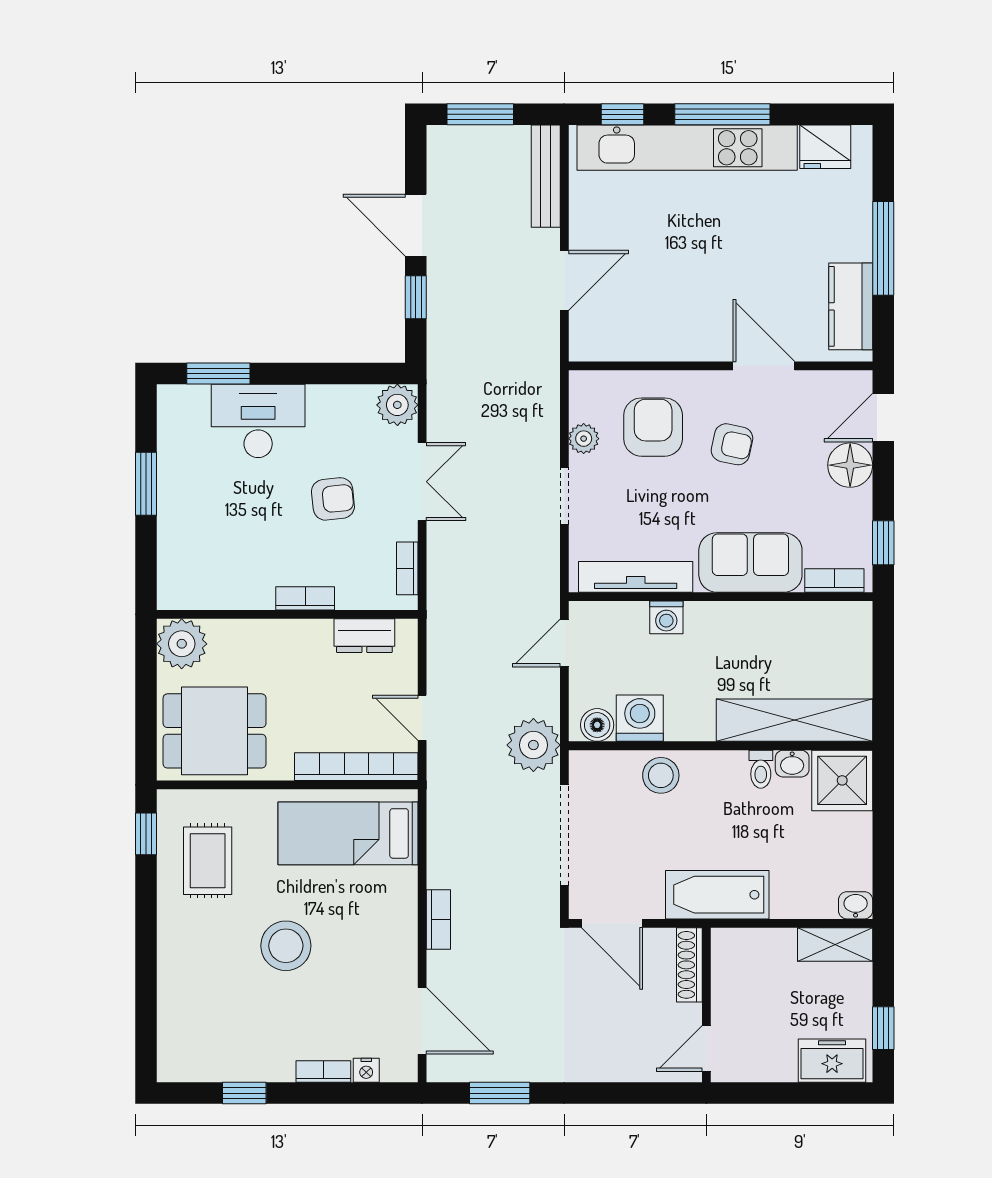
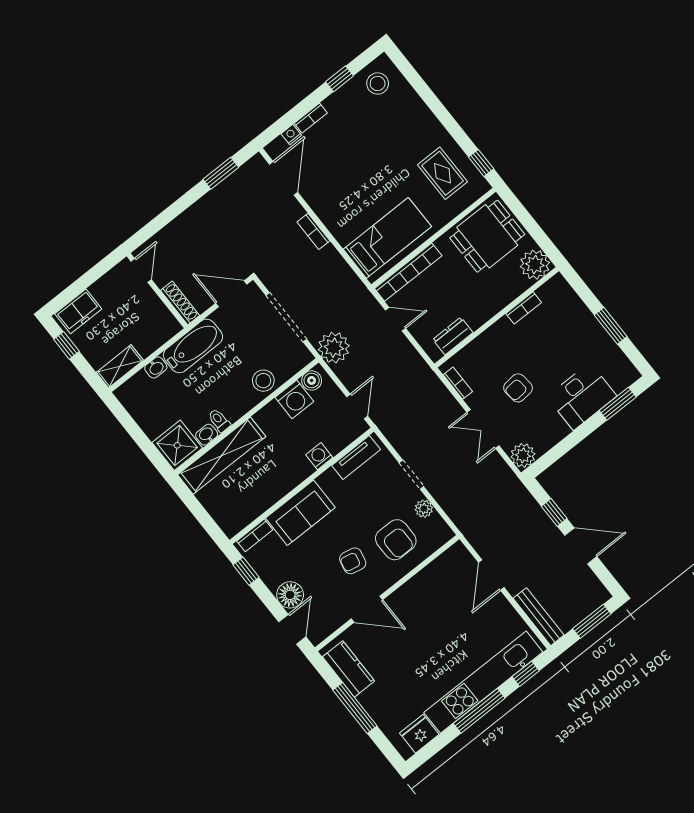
tv unit: (636, 577) -> (356, 457), width x0.71
bookcase: (305, 598) -> (524, 308), moved
washbasin: (856, 905) -> (156, 367), moved
stool: (286, 946) -> (378, 83), moved, width x0.73, depth x0.73
door: (422, 1021) -> (284, 178), swing flipped

